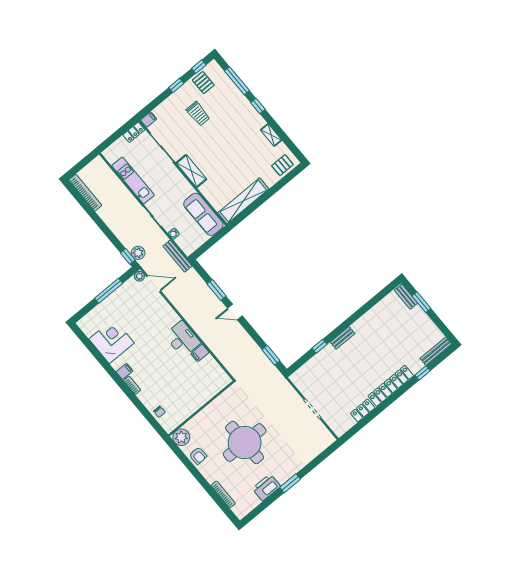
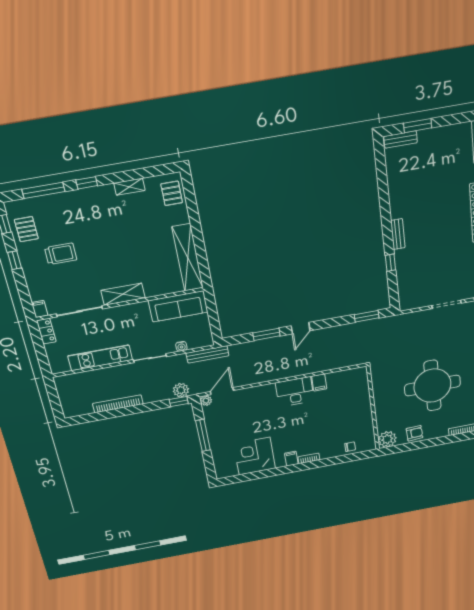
pallet: (203, 83) -> (26, 229), turned 90
bookcase: (85, 193) -> (118, 404), moved

